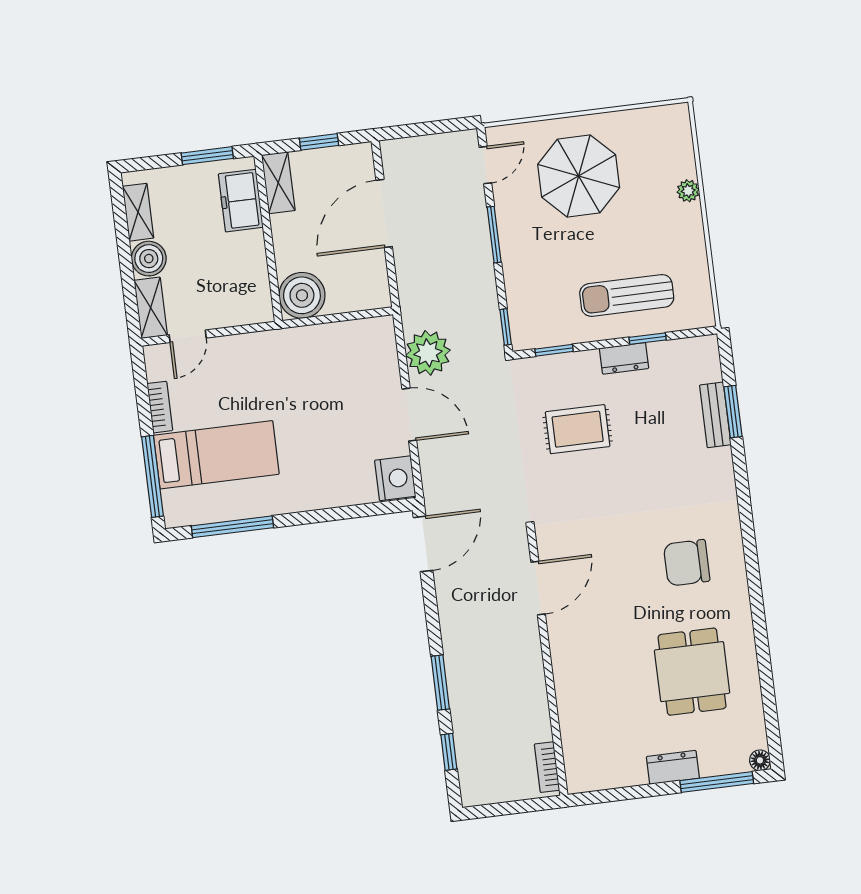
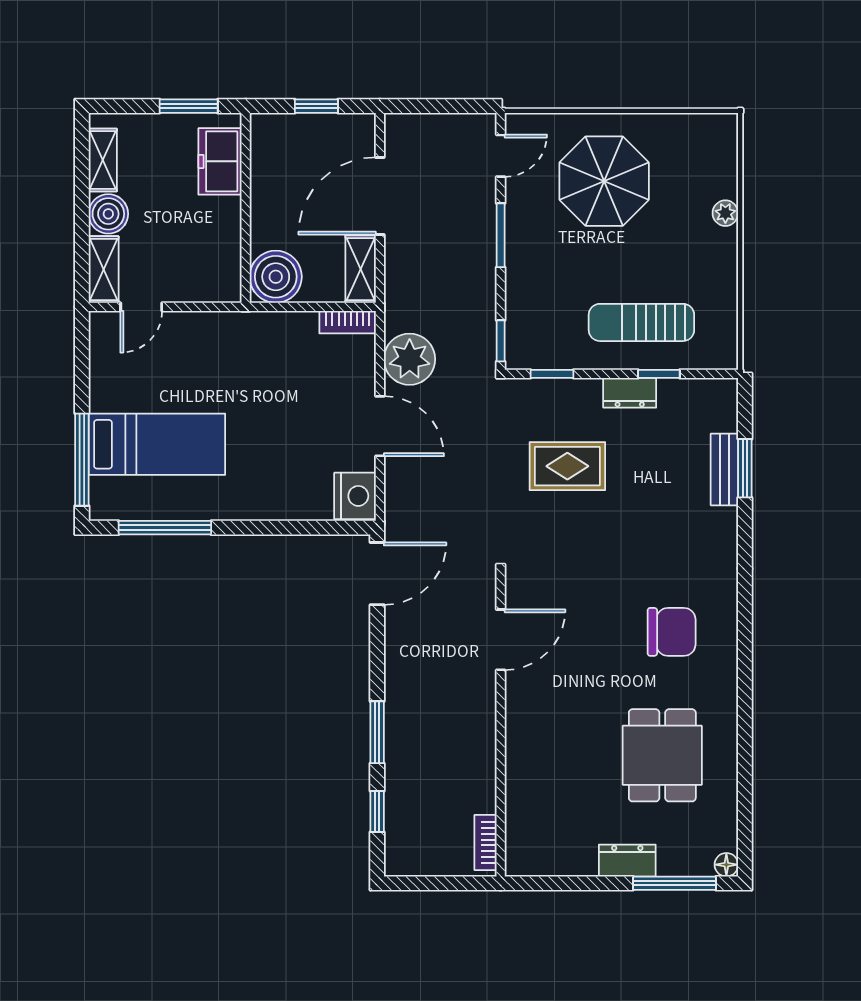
shelving: (278, 183) -> (361, 269), moved
bookcase: (160, 407) -> (348, 322), moved, turned 90
chair: (687, 563) -> (672, 632), turned 180

